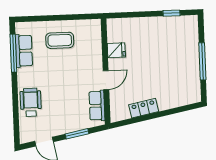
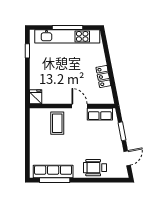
coffee table: (60, 40) -> (57, 123), moved
fridge: (116, 50) -> (36, 97), moved
row of seats: (24, 51) -> (53, 172), width x1.48
kitchen unit: (191, 61) -> (67, 36), added

